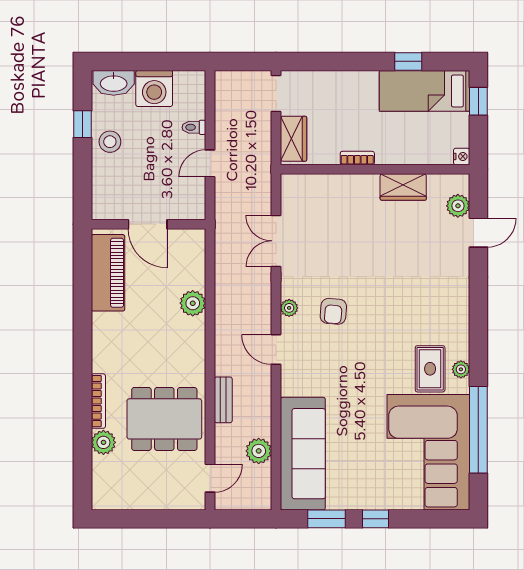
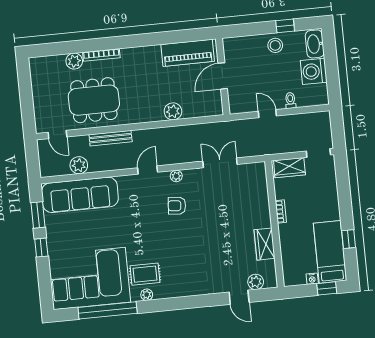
nightstand: (462, 156) -> (312, 279), moved
bench: (223, 400) -> (111, 138), width x1.36
dining table: (164, 419) -> (94, 100), turned 90

